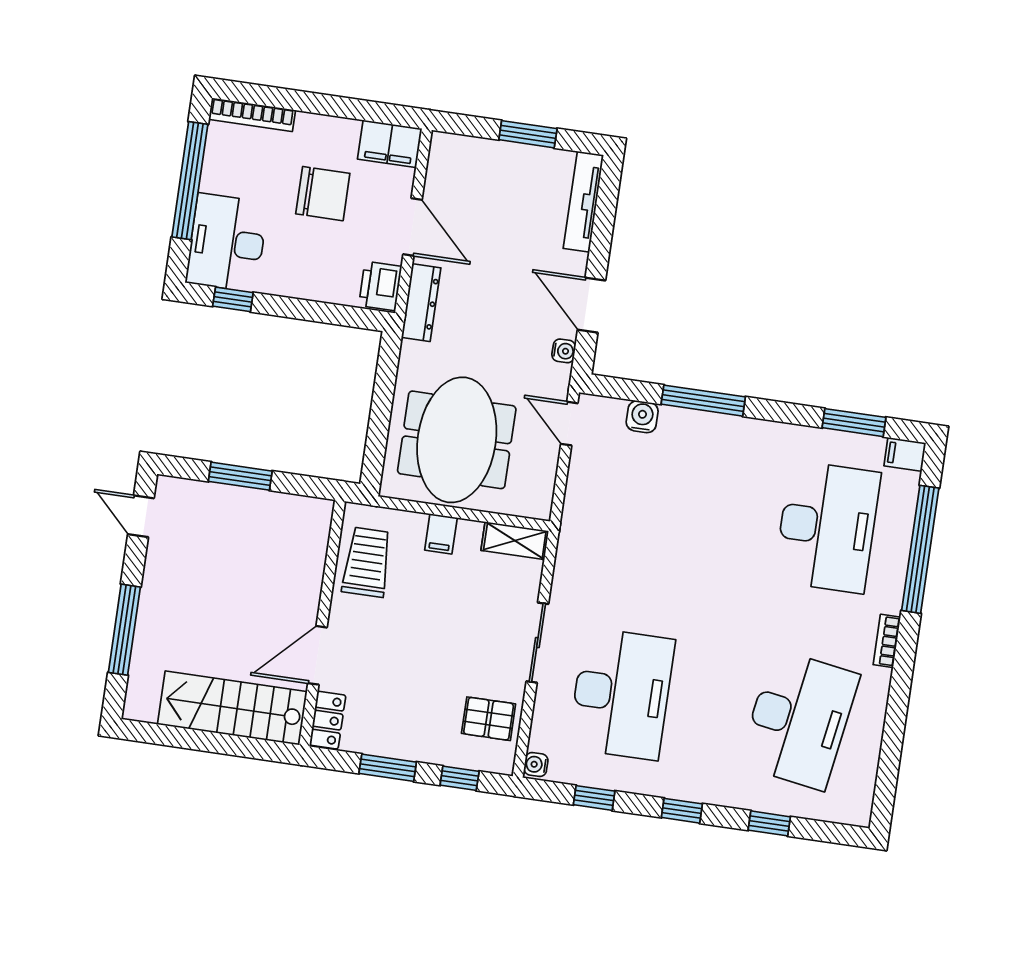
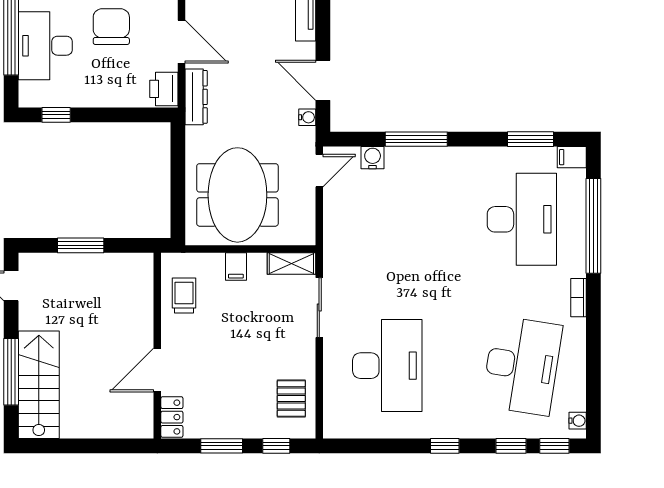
chair: (323, 194) -> (111, 27), turned -90
desk: (227, 243) -> (45, 46), moved
door: (569, 424) -> (319, 171), swing flipped
trolley: (367, 562) -> (184, 295), width x0.73, depth x0.72
sliding door: (537, 643) -> (319, 308), moved
stairs: (232, 708) -> (39, 385), moved, turned 90
pallet: (489, 719) -> (291, 399), turned 90
water cooler: (536, 765) -> (578, 421), moved, turned 180
window: (594, 798) -> (554, 446), moved

